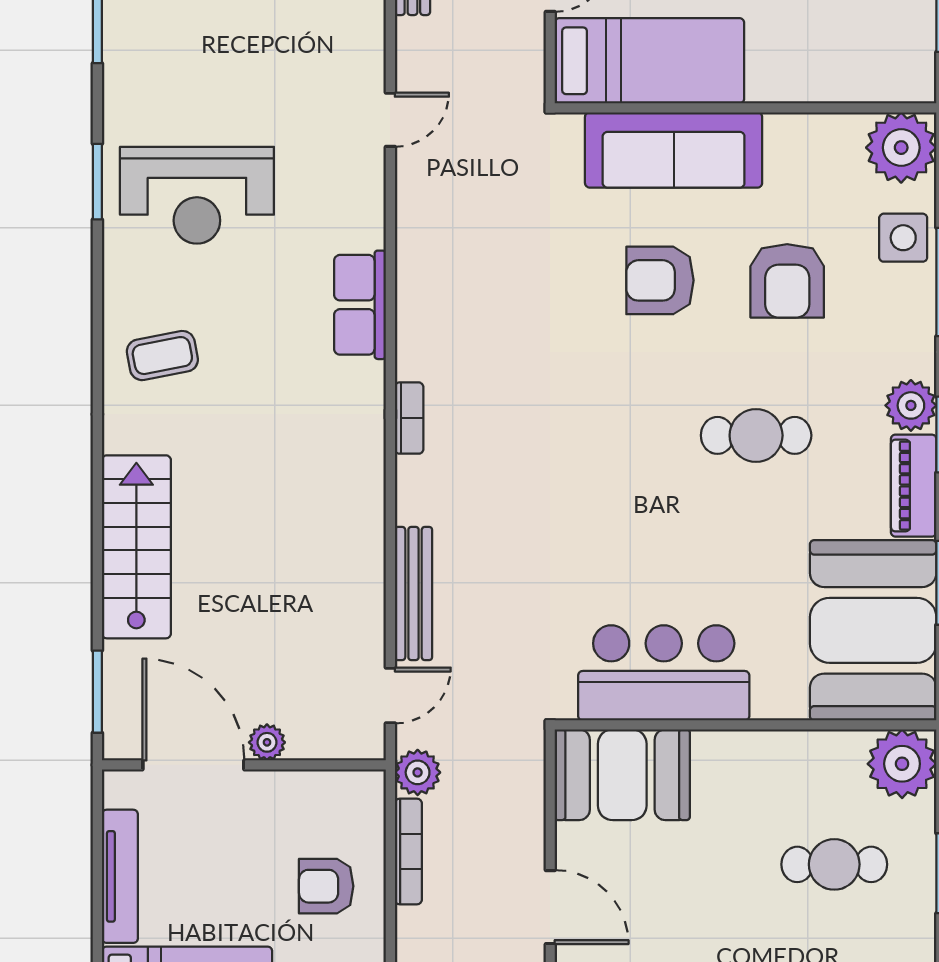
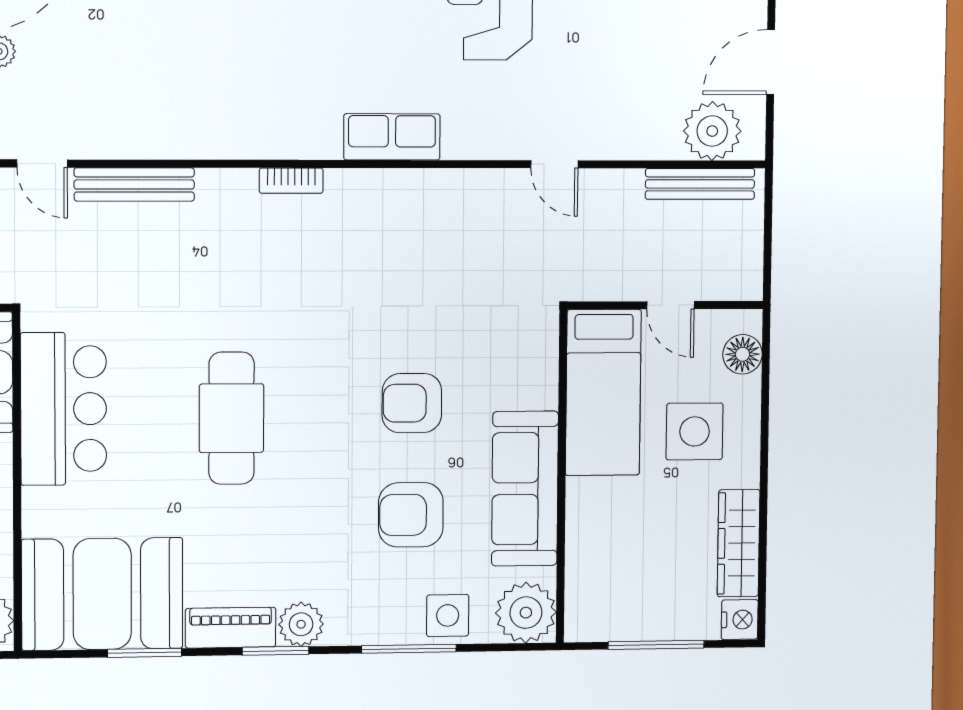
sofa: (674, 150) -> (525, 489), moved
armchair: (660, 280) -> (412, 403), turned -90
cafe table: (756, 435) -> (231, 418), moved, width x1.37, depth x1.35

